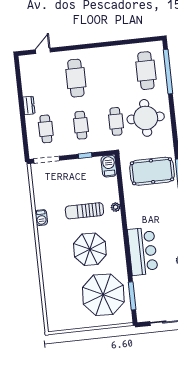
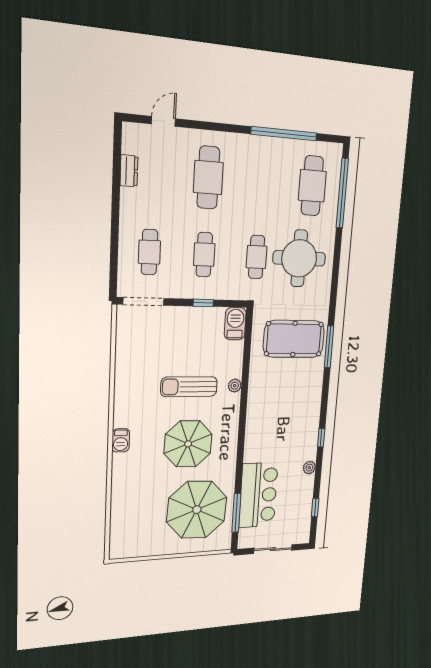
window: (121, 43) -> (284, 134), added
dresser: (29, 105) -> (129, 171), moved
barbecue: (41, 218) -> (121, 440), moved
bar counter: (143, 251) -> (258, 495), moved

